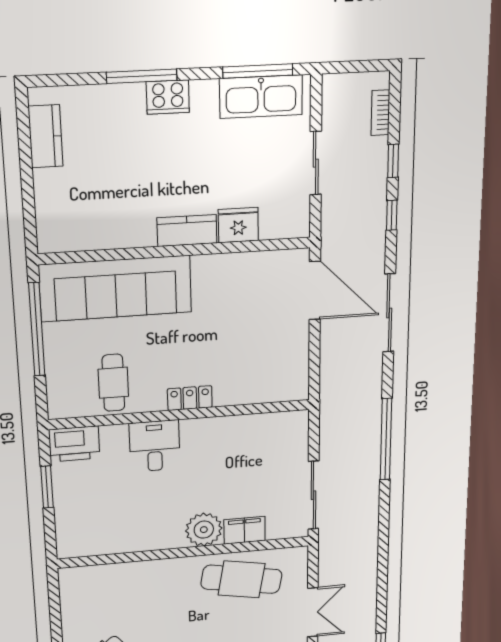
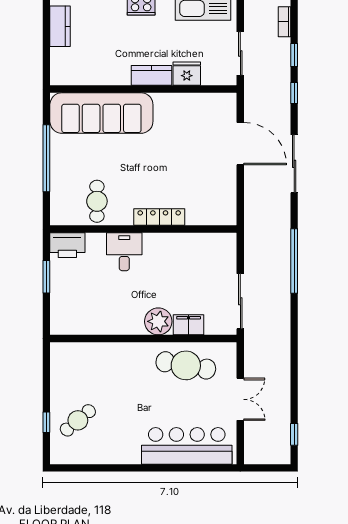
fridge: (238, 225) -> (187, 74), moved
kitchen counter: (187, 231) -> (152, 75), moved
wall: (176, 251) -> (143, 89), moved
sofa: (116, 289) -> (101, 113), moved
locker: (190, 398) -> (159, 217), width x1.53

